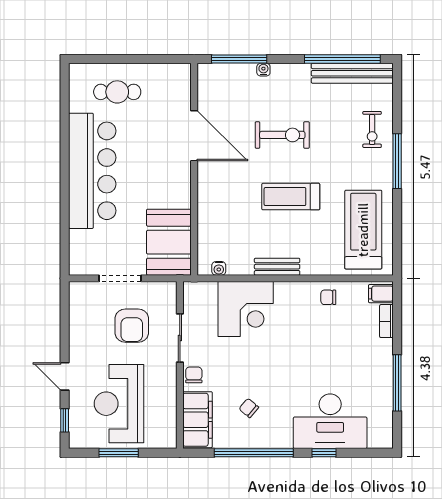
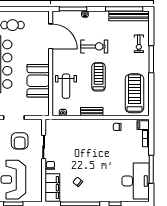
door: (194, 136) -> (51, 36), moved
treadmill: (291, 197) -> (99, 77), turned 90
weight bench: (225, 215) -> (66, 86), added
booth: (169, 242) -> (38, 81), moved
corner desk: (246, 309) -> (76, 133), removed
desk: (330, 421) -> (136, 181), moved, turned -90

